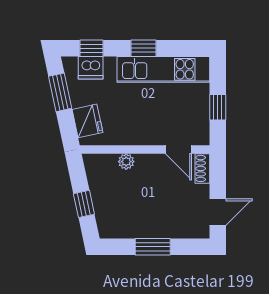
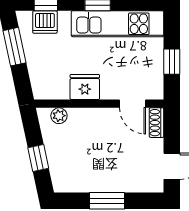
fridge: (87, 121) -> (85, 87), moved, turned -78
plant: (126, 162) -> (59, 116), moved

